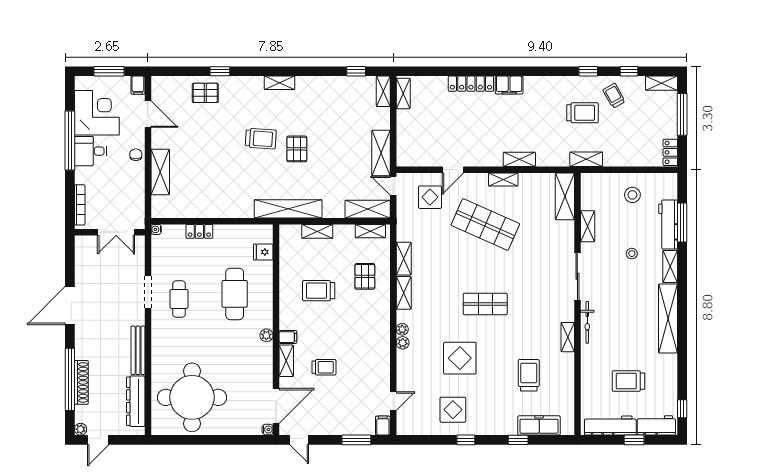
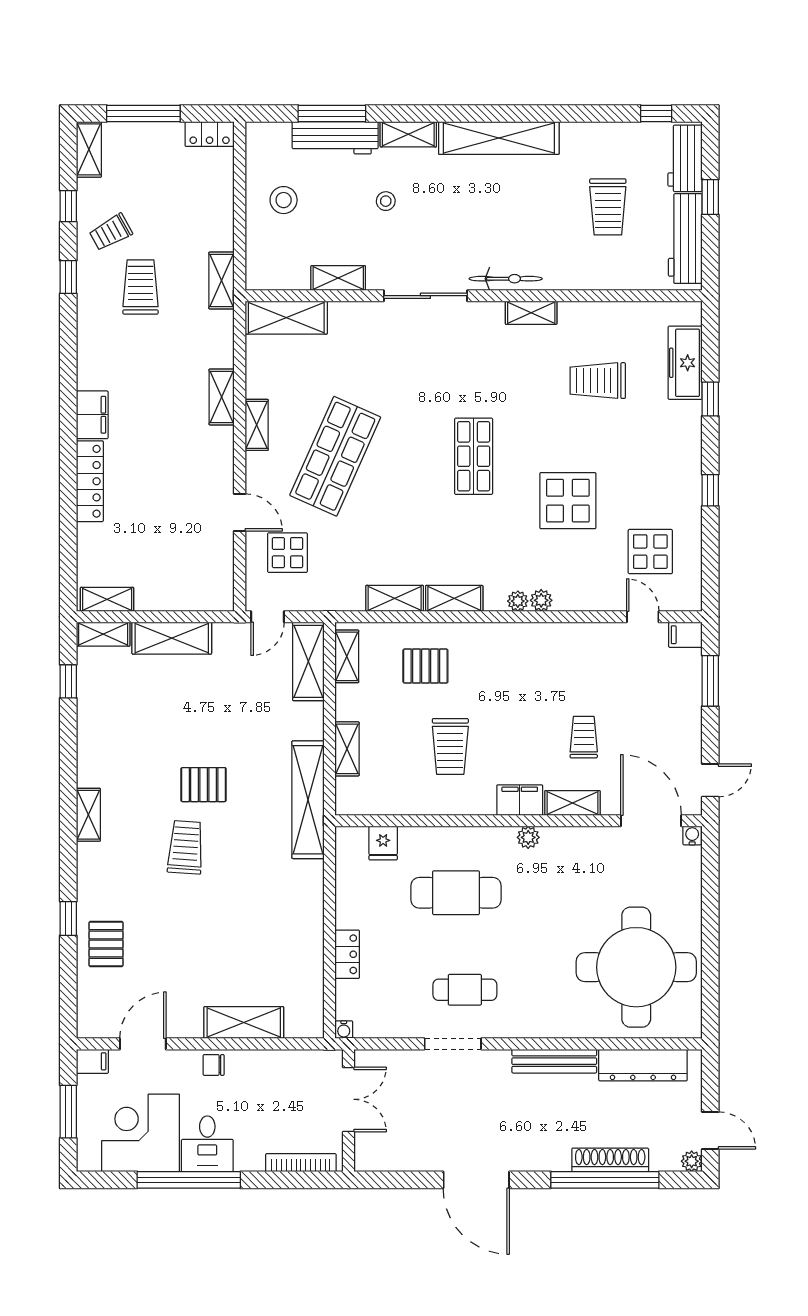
shelving: (381, 153) -> (172, 638), moved
filing cabinet: (288, 337) -> (520, 800), width x2.00
display table: (453, 410) -> (650, 552), moved

